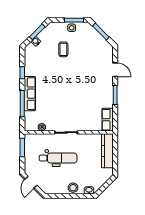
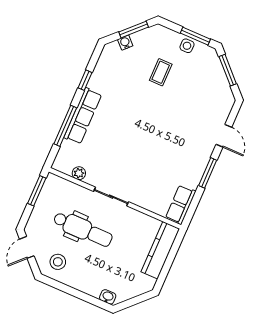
stool: (73, 188) -> (58, 262), moved

